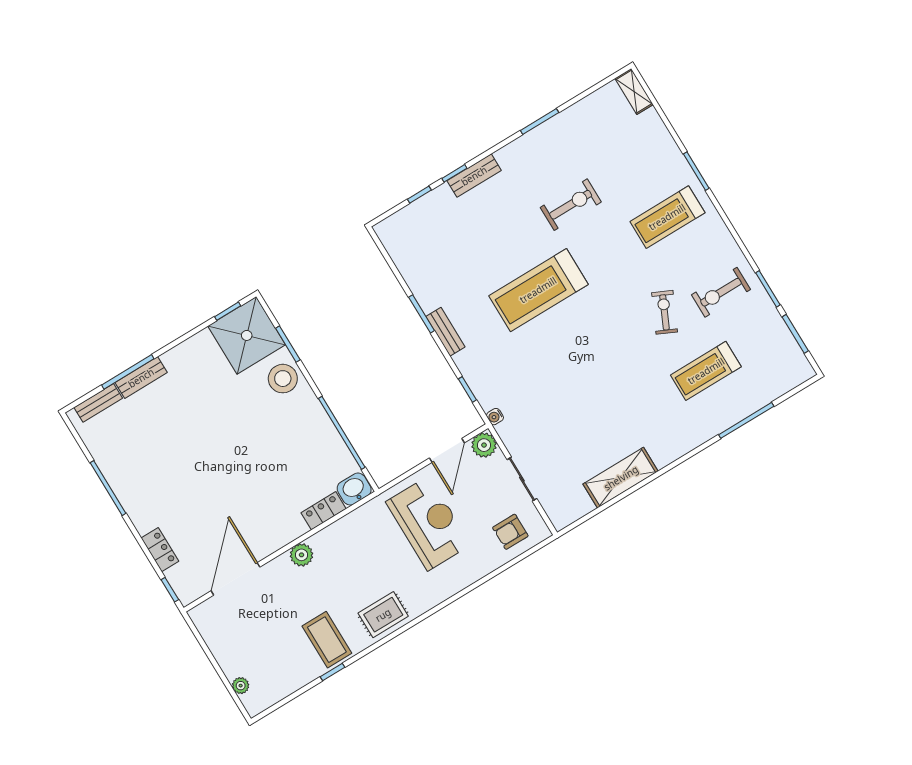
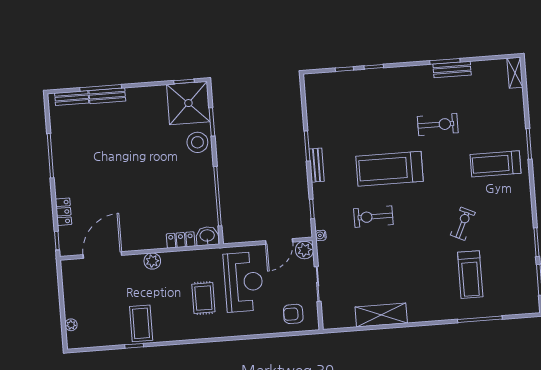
bench: (474, 176) -> (452, 69), moved
exercise bike: (721, 292) -> (373, 217), moved
treadmill: (706, 371) -> (470, 275), turned -90
rug: (383, 615) -> (203, 298), moved, turned 90

